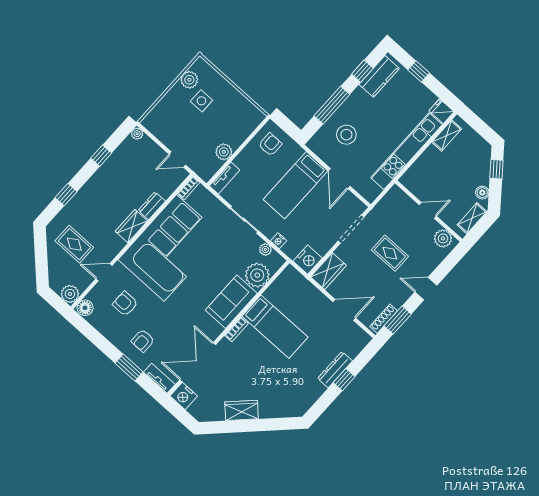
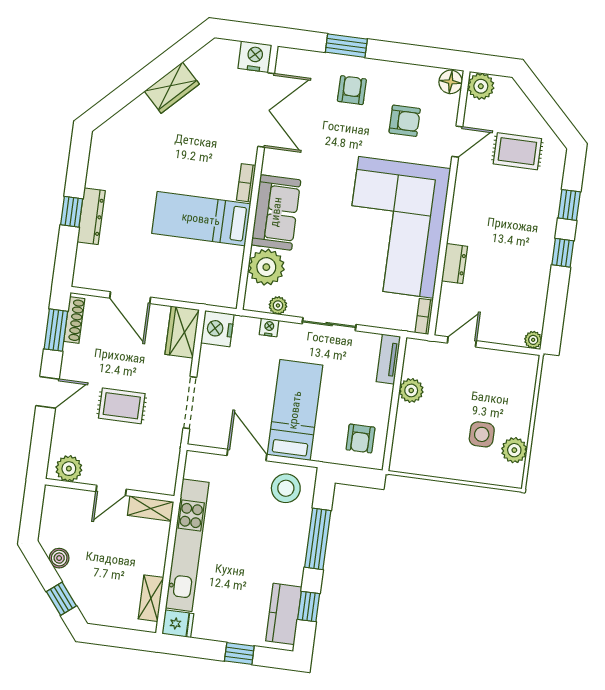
stool: (346, 135) -> (286, 488), moved
window: (101, 156) -> (563, 253), moved
shelving: (472, 218) -> (151, 509), moved, turned 90
wardrobe: (131, 226) -> (462, 221), removed
door: (344, 310) -> (130, 298), hinge flipped
tv unit: (159, 378) -> (300, 58), removed

